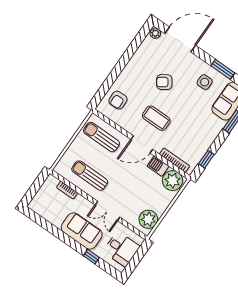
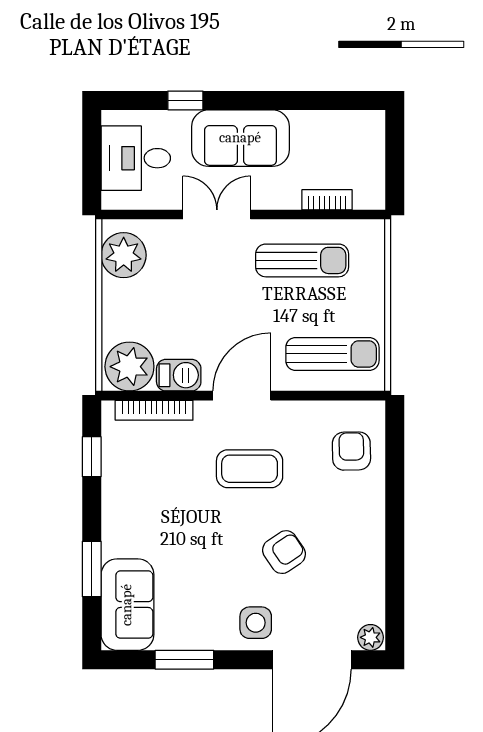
side table: (205, 82) -> (256, 623), moved

